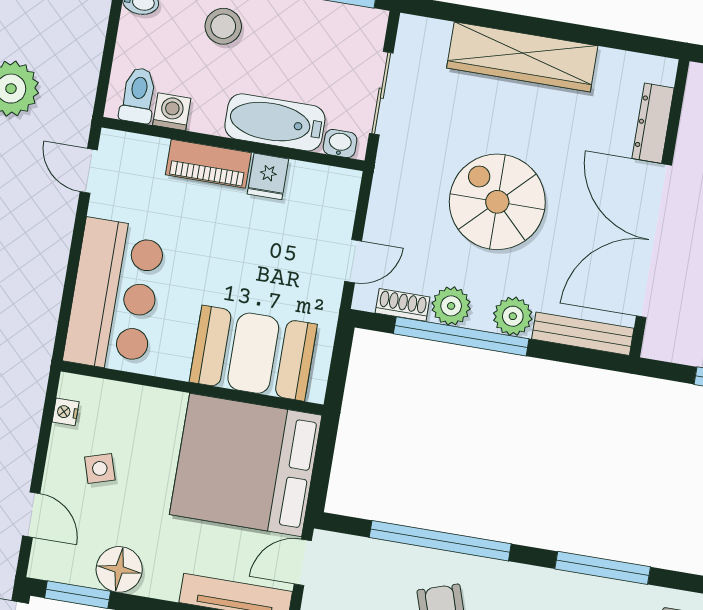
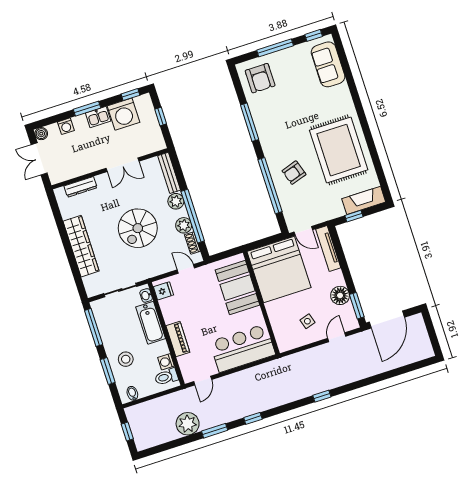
fridge: (268, 176) -> (163, 291), moved
double door: (654, 241) -> (123, 165), width x0.54
nightstand: (66, 412) -> (293, 344), removed

